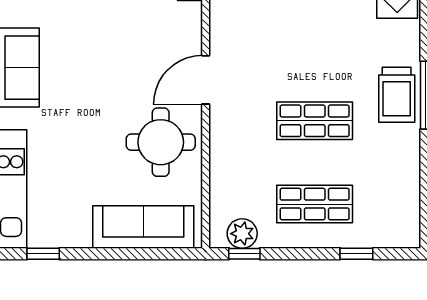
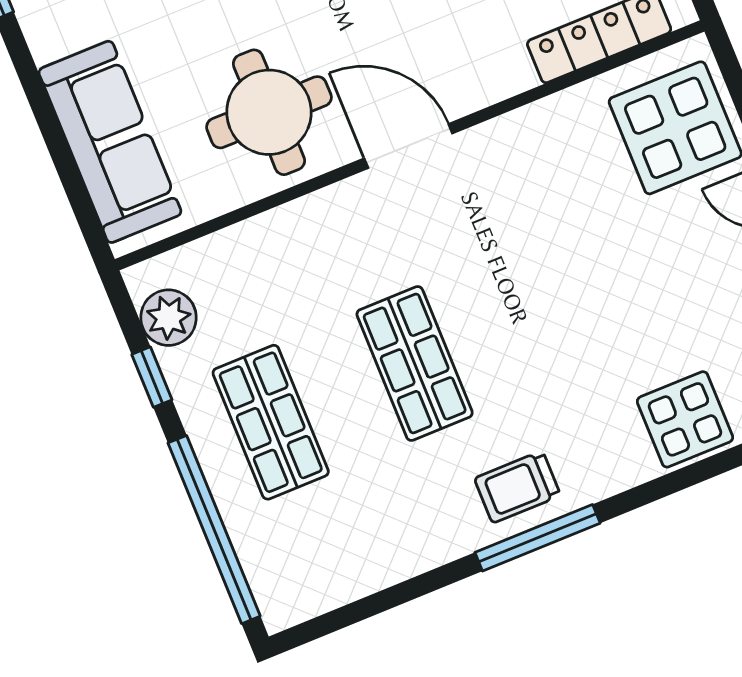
trolley: (397, 95) -> (517, 487), width x0.73, depth x0.72
window: (244, 254) -> (152, 377), moved
window: (356, 254) -> (214, 530), width x3.17

